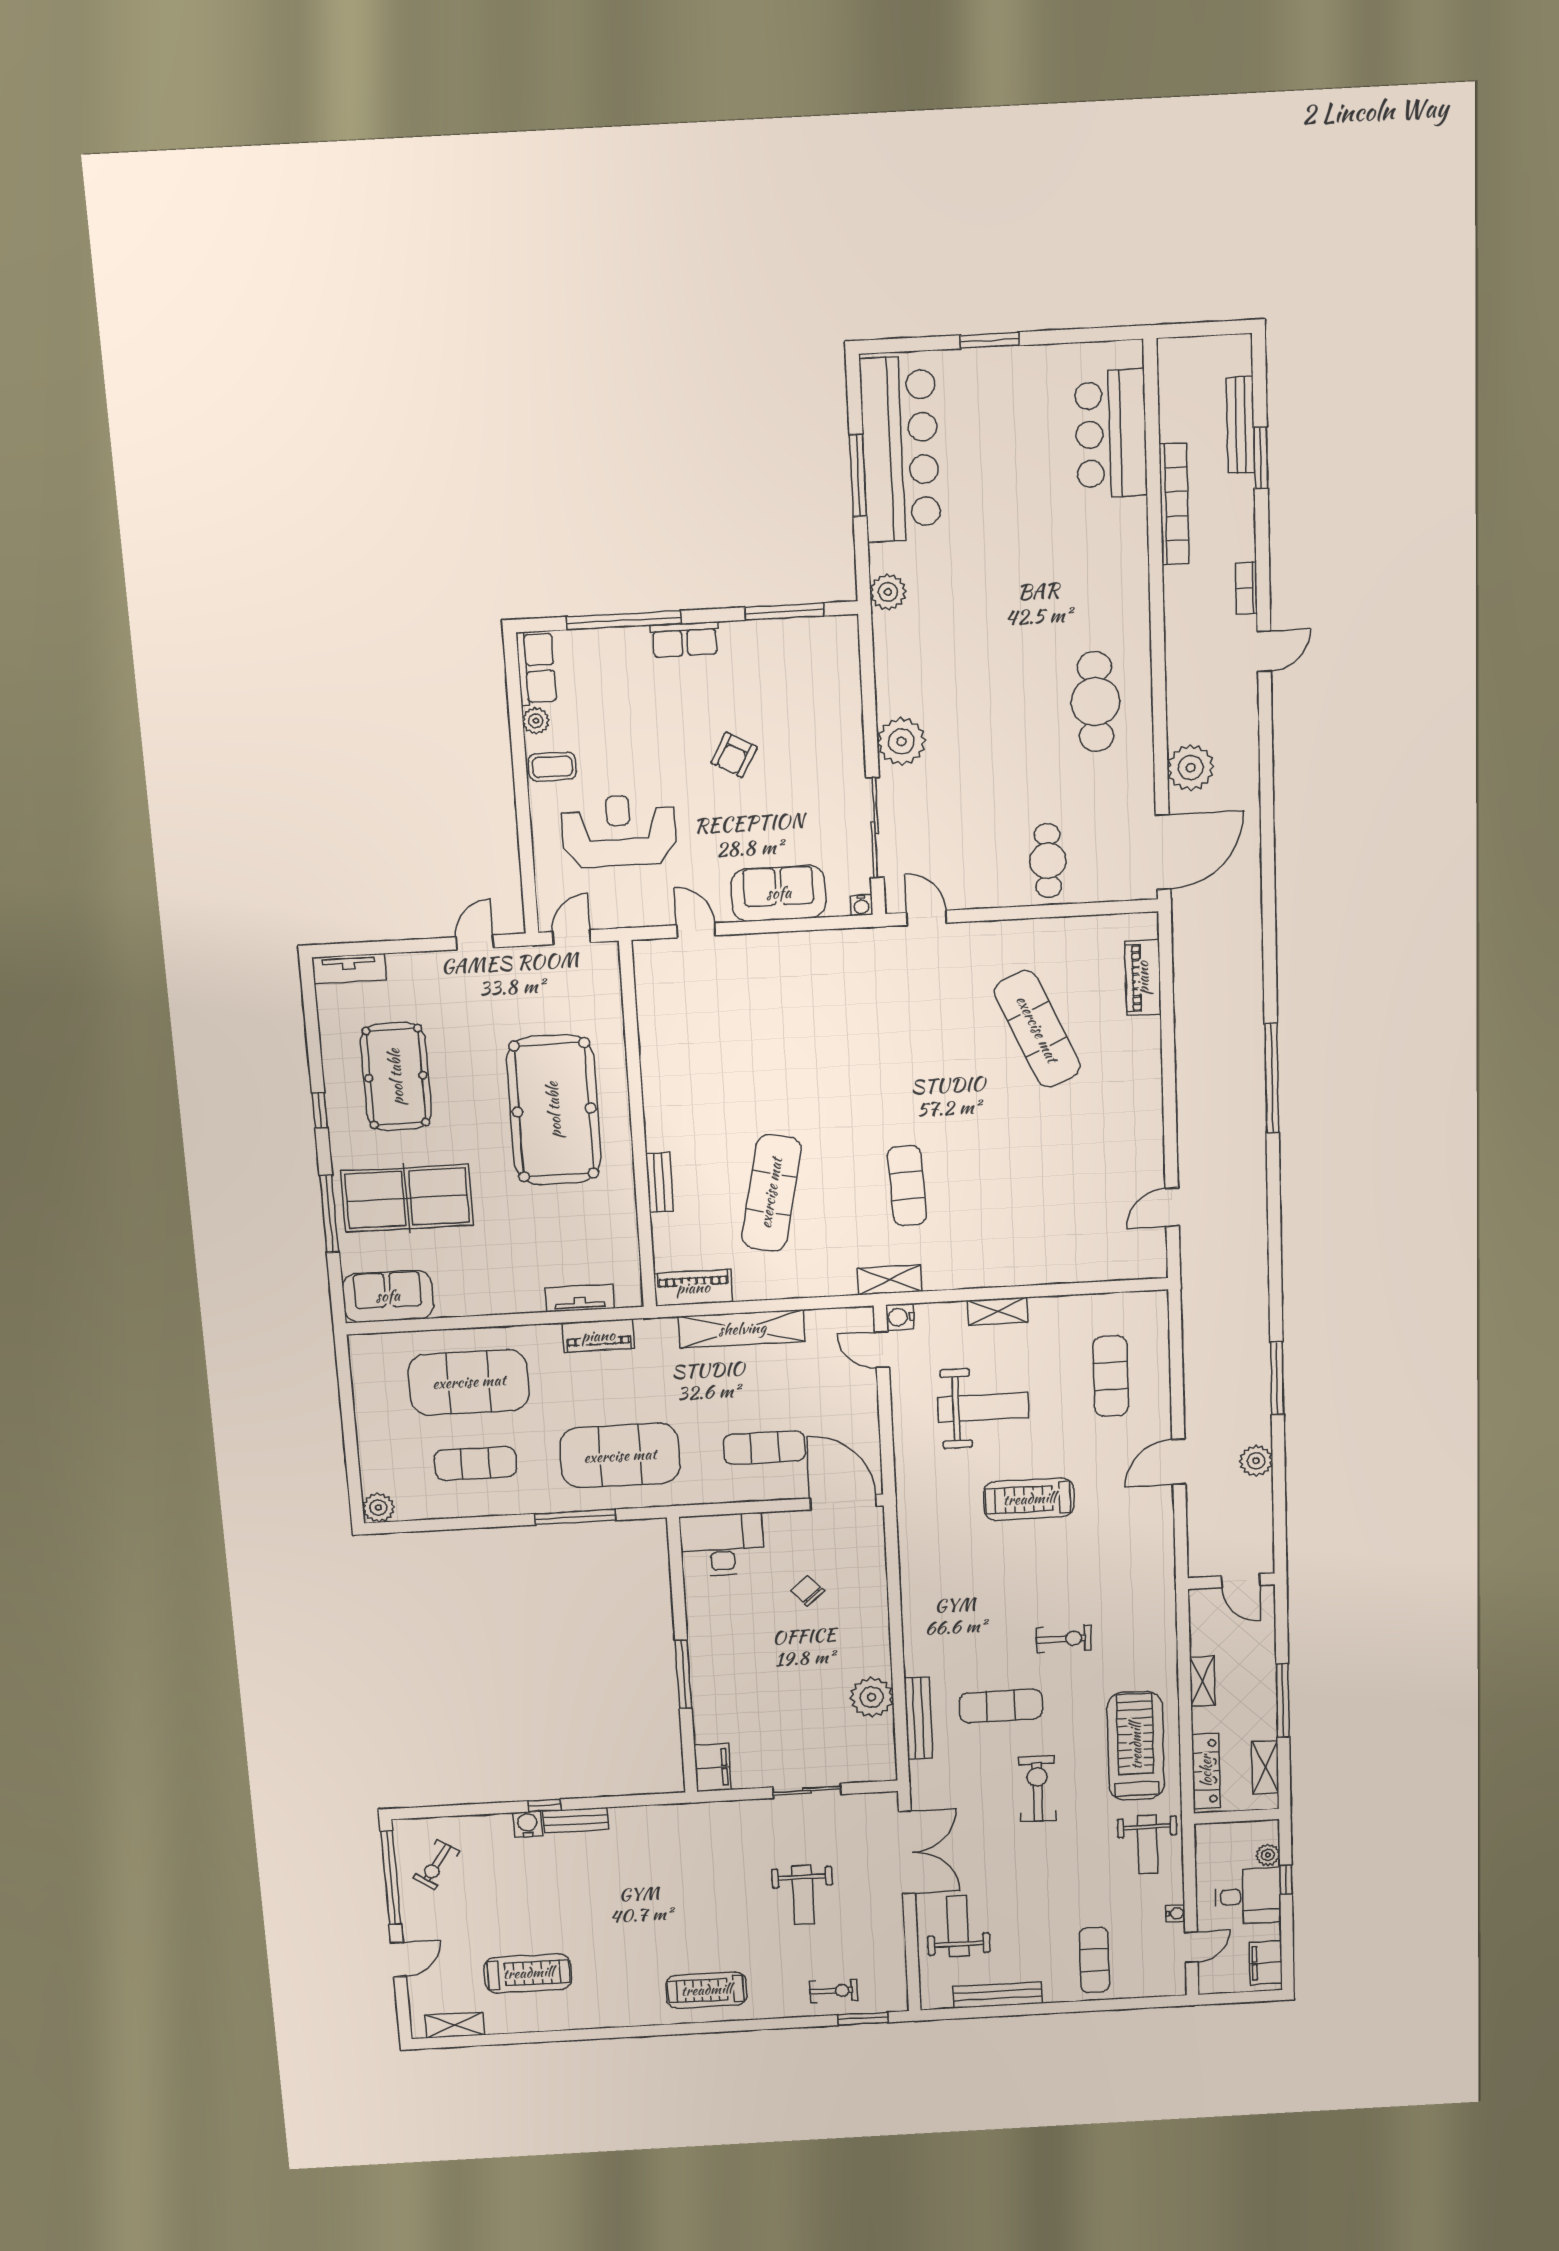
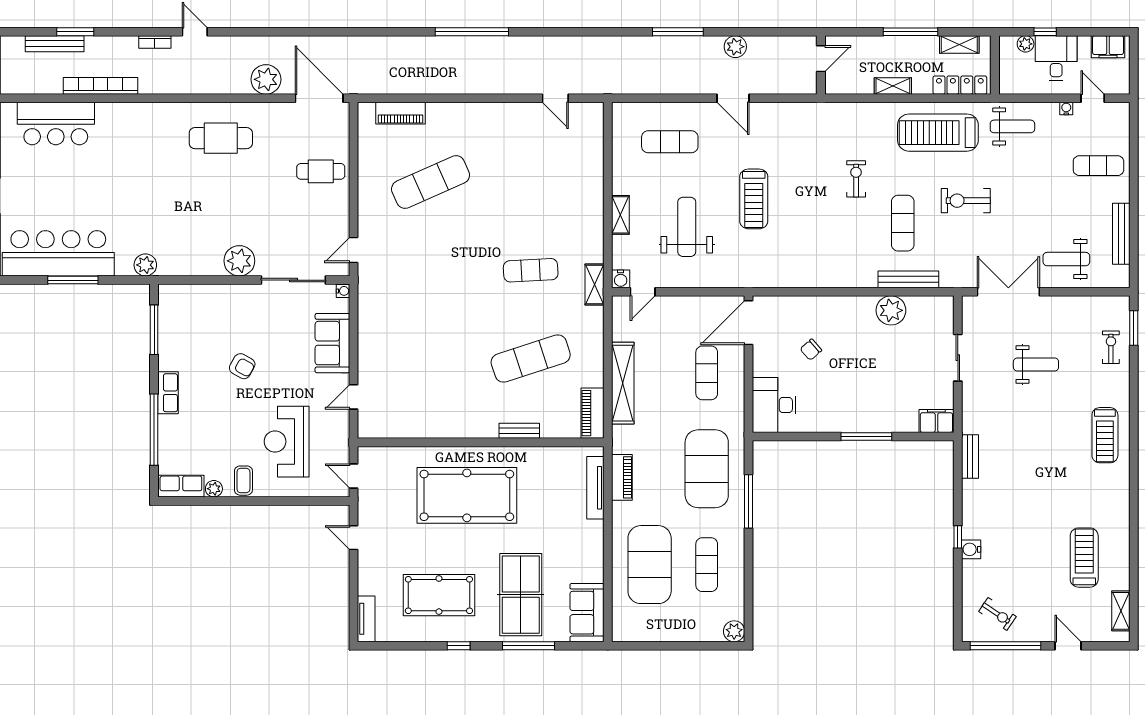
exercise mat: (771, 1193) -> (531, 358), turned -30
tv unit: (580, 1298) -> (595, 488), width x1.41
bench: (576, 1820) -> (970, 457), moved

